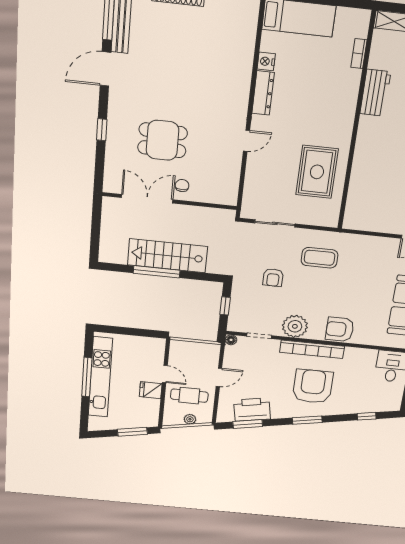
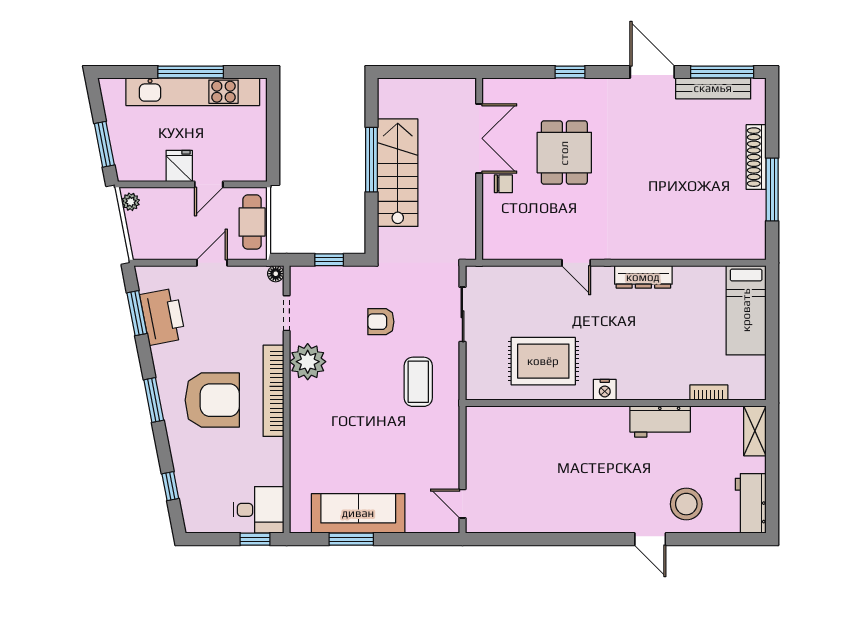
nightstand: (266, 61) -> (605, 390), moved, turned 180
armchair: (340, 329) -> (310, 426), removed
door: (219, 377) -> (212, 263), swing flipped
cafe table: (189, 396) -> (252, 222), moved
plant: (190, 419) -> (131, 202), moved

